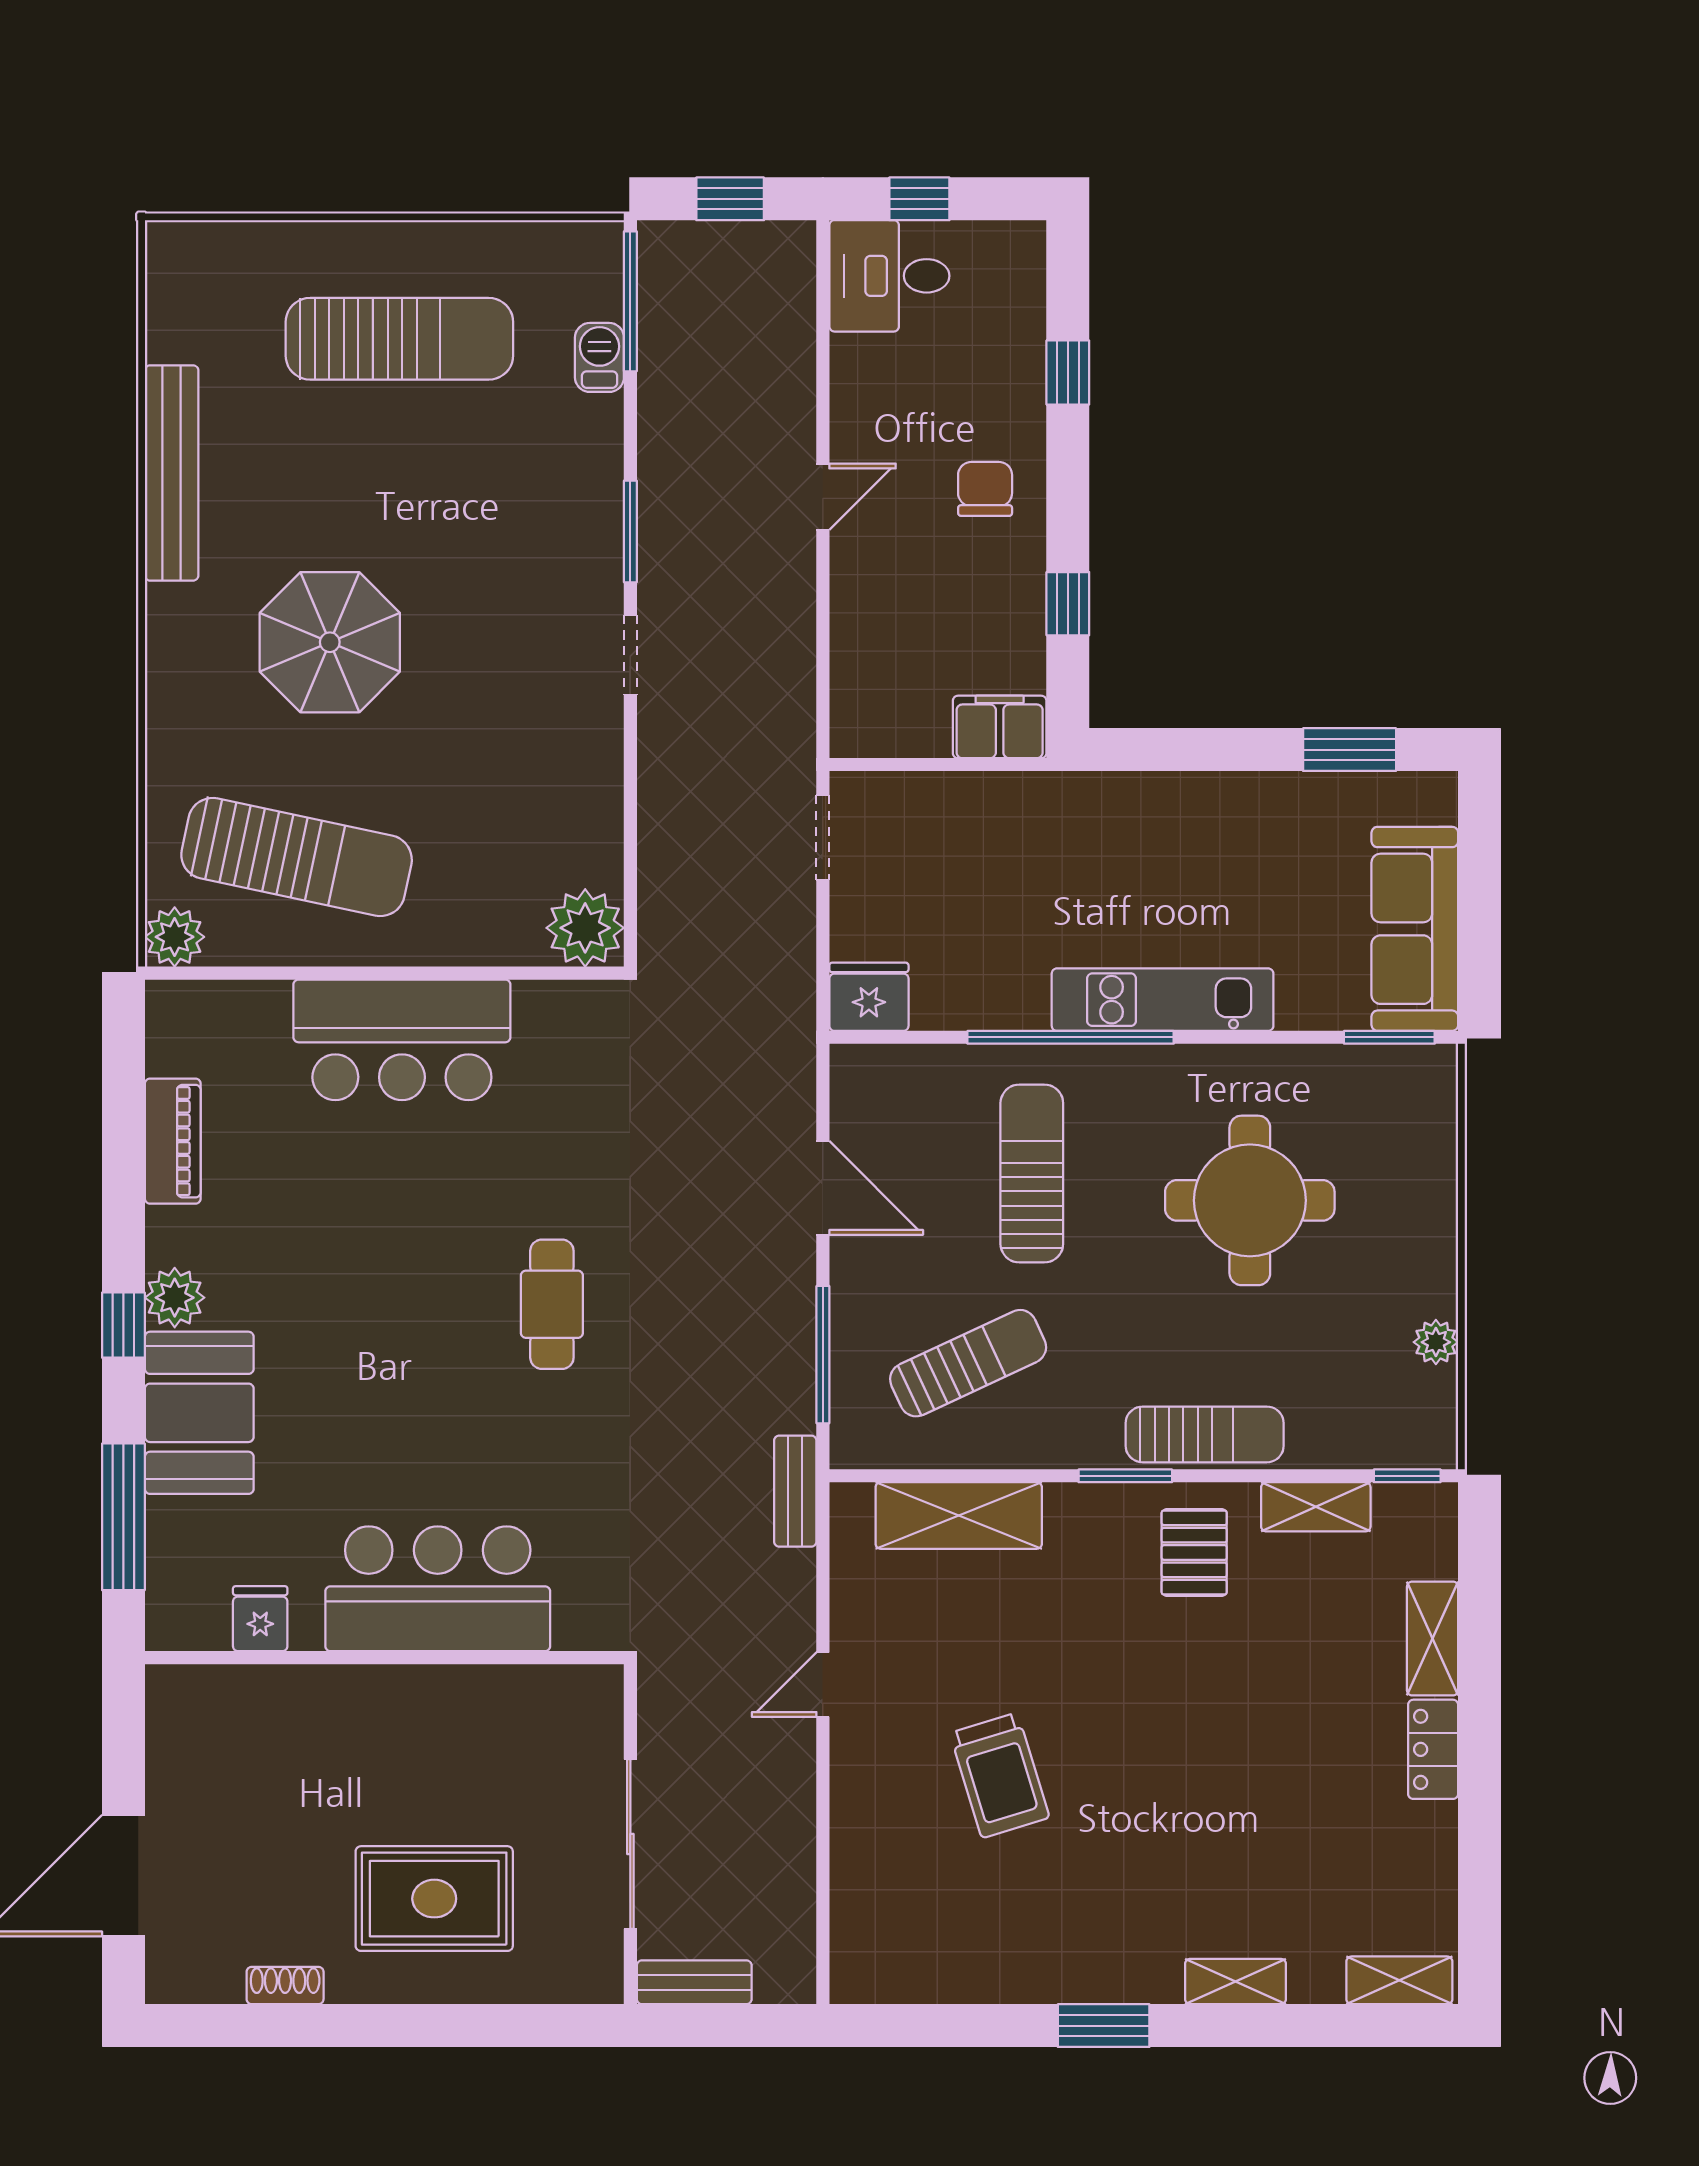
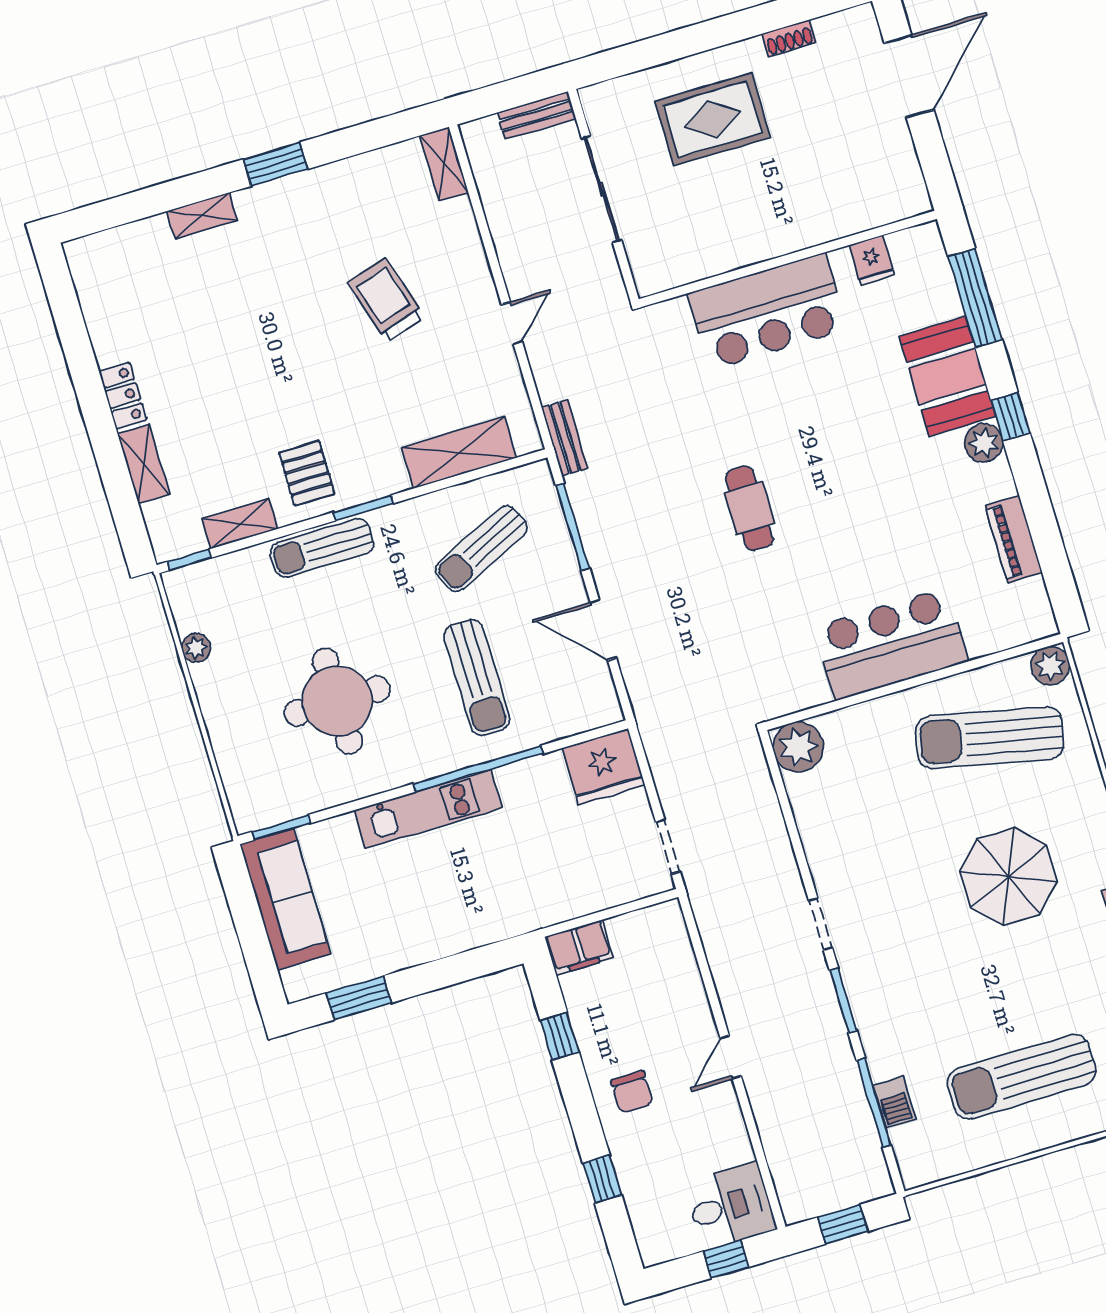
window: (630, 301) -> (874, 1103), moved
fridge: (869, 997) -> (603, 766), width x1.36, depth x1.34
shelving: (1399, 1980) -> (444, 164), moved, turned 90

